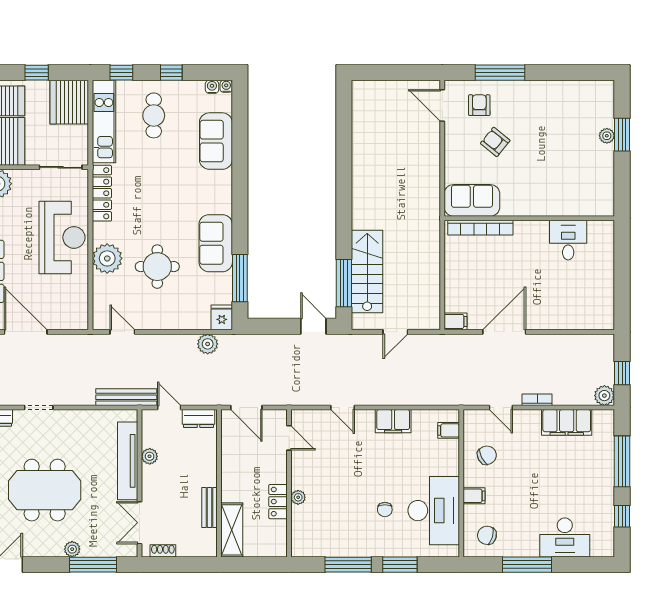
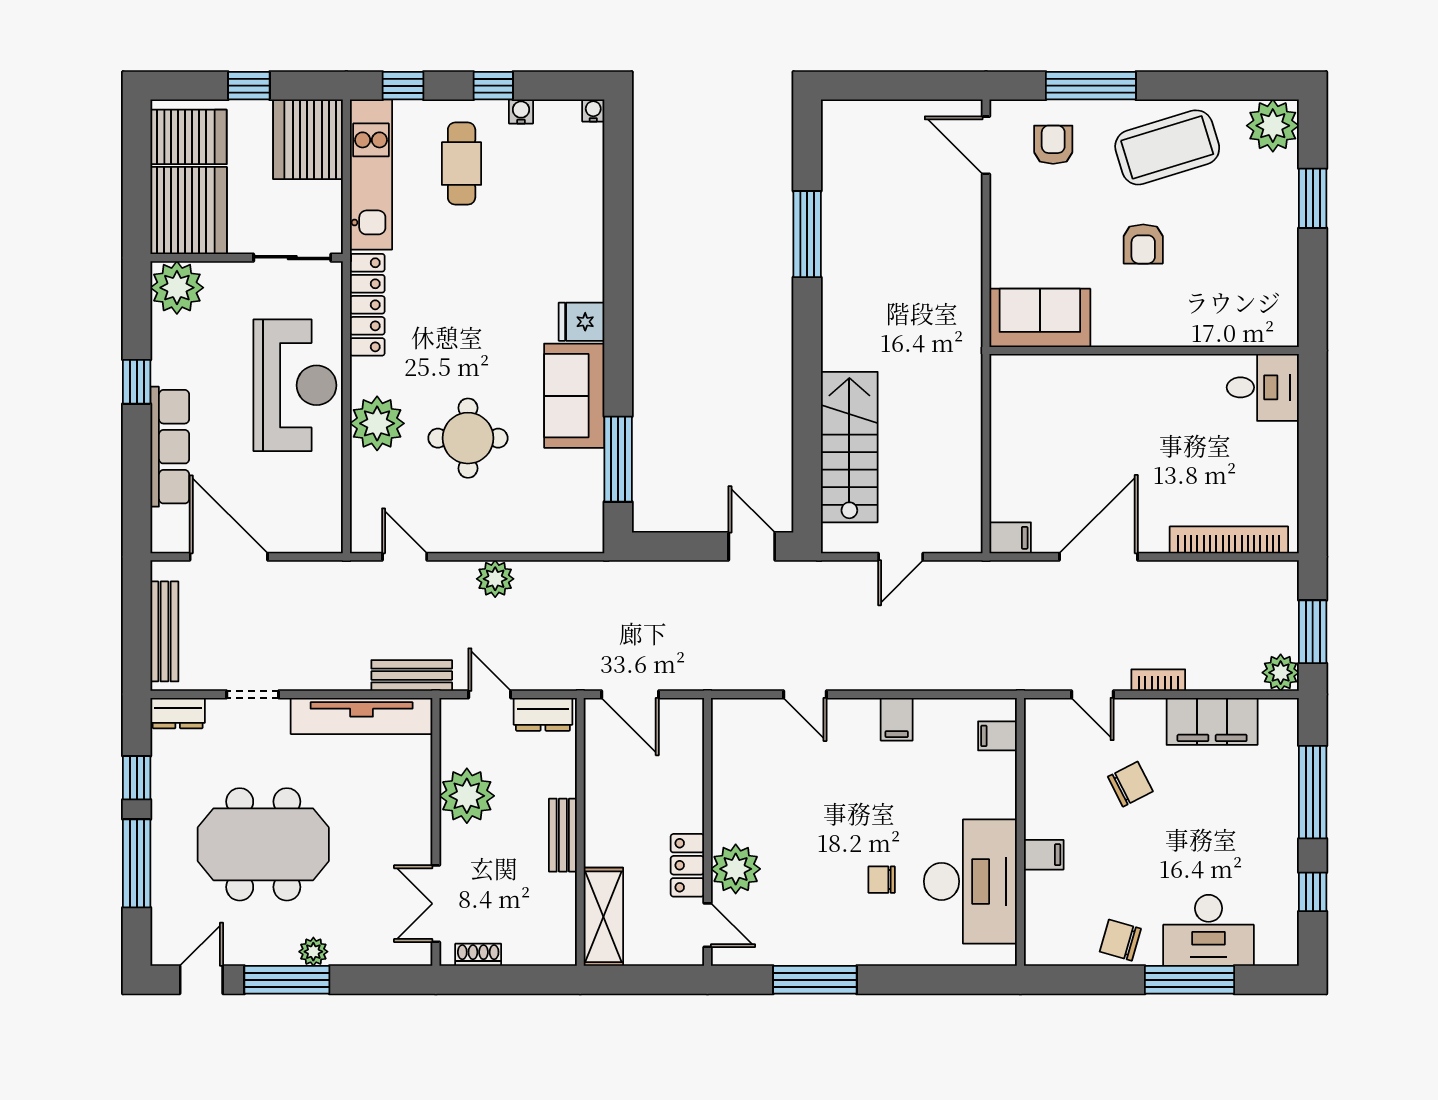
water cooler: (212, 87) -> (521, 111), moved
coffee table: (542, 107) -> (1167, 147), added
plant: (607, 136) -> (1273, 126), moved, width x1.88, depth x1.88
sofa: (216, 141) -> (575, 210), removed
armchair: (495, 142) -> (1143, 244), moved, turned -129
bookcase: (480, 228) -> (1229, 540), moved, turned 180
desk: (568, 240) -> (1263, 387), moved, turned 90
window: (344, 283) -> (807, 234), moved
fridge: (222, 317) -> (582, 322), moved, turned -90
plant: (208, 344) -> (495, 579), moved
window: (622, 373) -> (1313, 632), width x1.50
bench: (126, 397) -> (412, 675), width x0.73
filing cabinet: (393, 421) -> (897, 719), width x0.50
door: (289, 438) -> (707, 925), moved
chair: (487, 455) -> (1130, 784), moved
plant: (150, 456) -> (467, 796), width x1.88, depth x1.88
tv unit: (128, 461) -> (362, 716), moved, turned -90
plant: (298, 497) -> (736, 869), width x1.87, depth x1.87
bench: (209, 508) -> (563, 835), moved
chair: (385, 510) -> (882, 880), turned 90
chair: (487, 535) -> (1120, 940), moved
window: (93, 565) -> (287, 980), moved
window: (400, 565) -> (909, 980), removed
window: (527, 565) -> (1190, 980), moved

